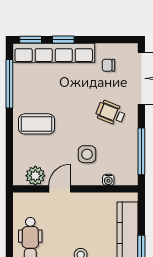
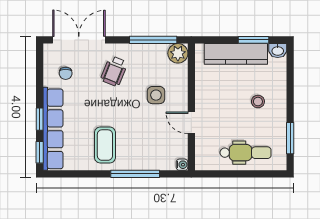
window: (9, 84) -> (135, 174), moved
coffee table: (37, 124) -> (105, 145), moved
plant: (35, 176) -> (178, 53), moved
water cooler: (108, 180) -> (182, 165), moved

